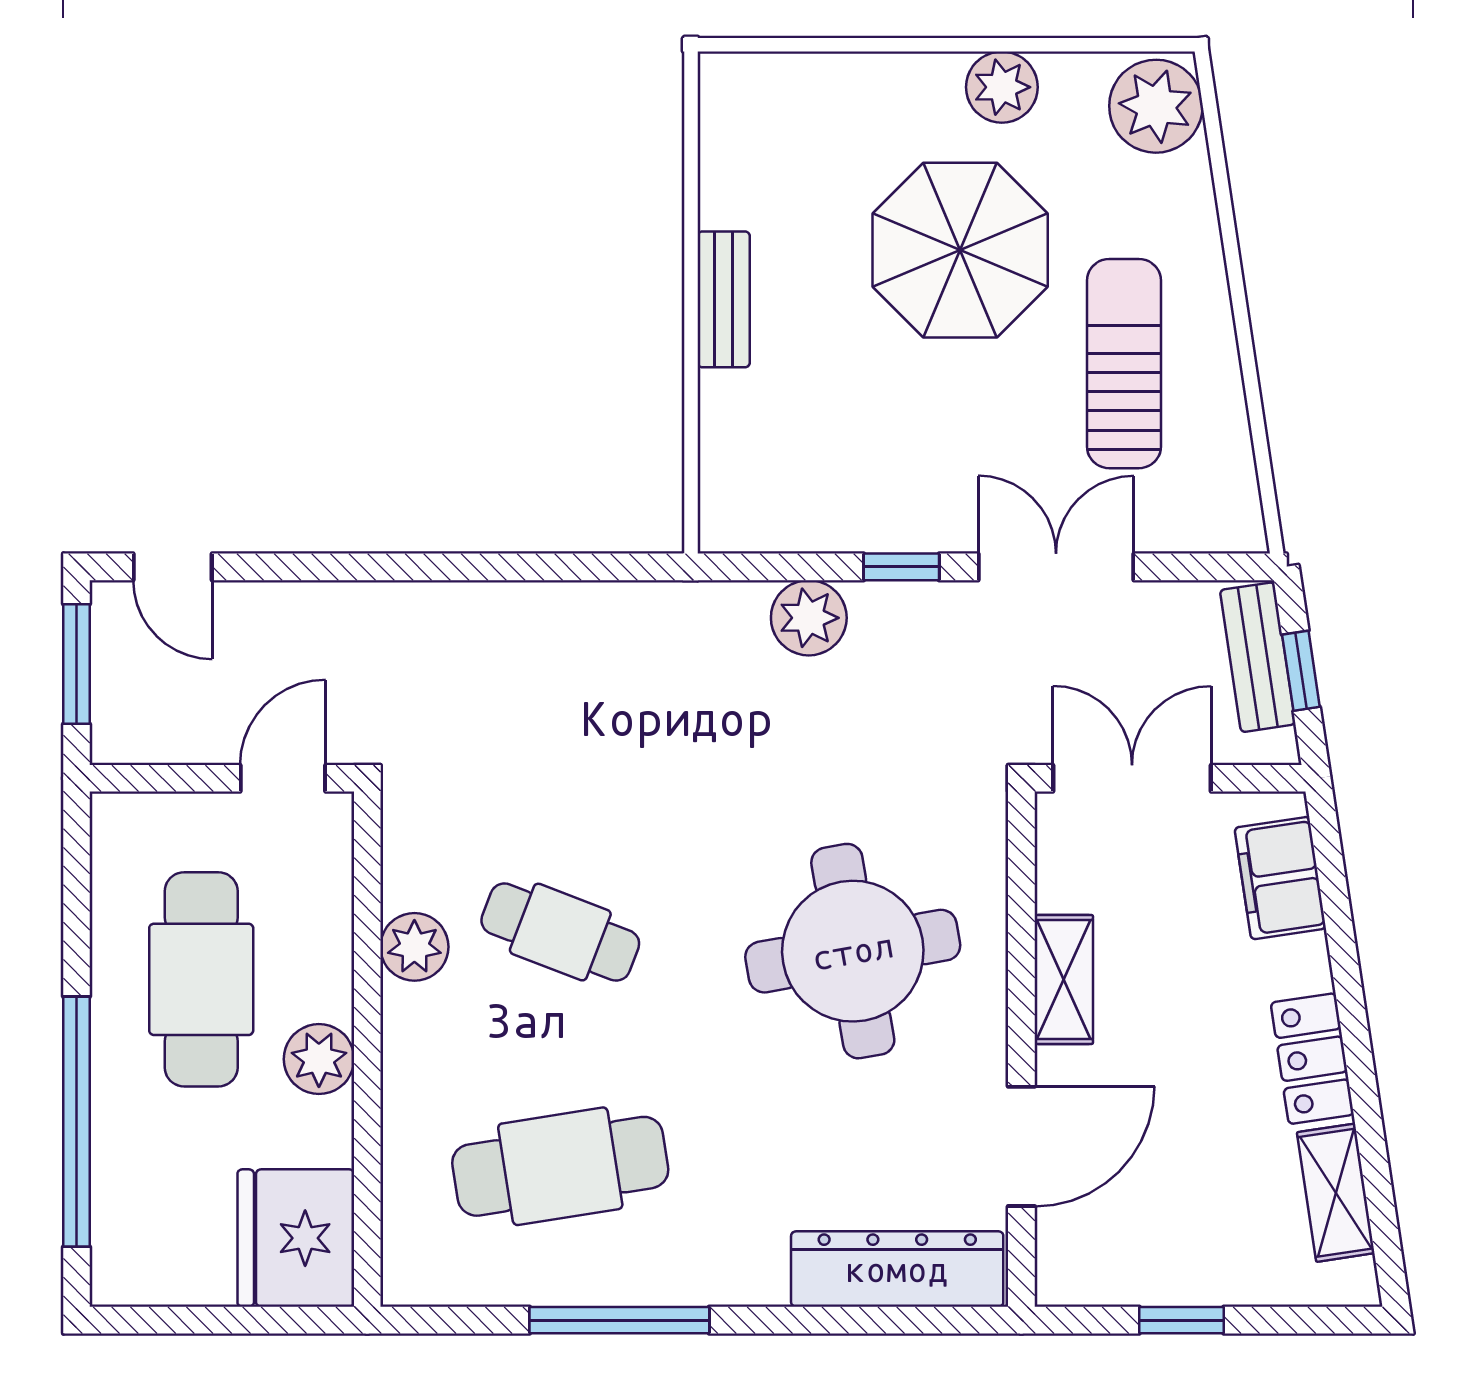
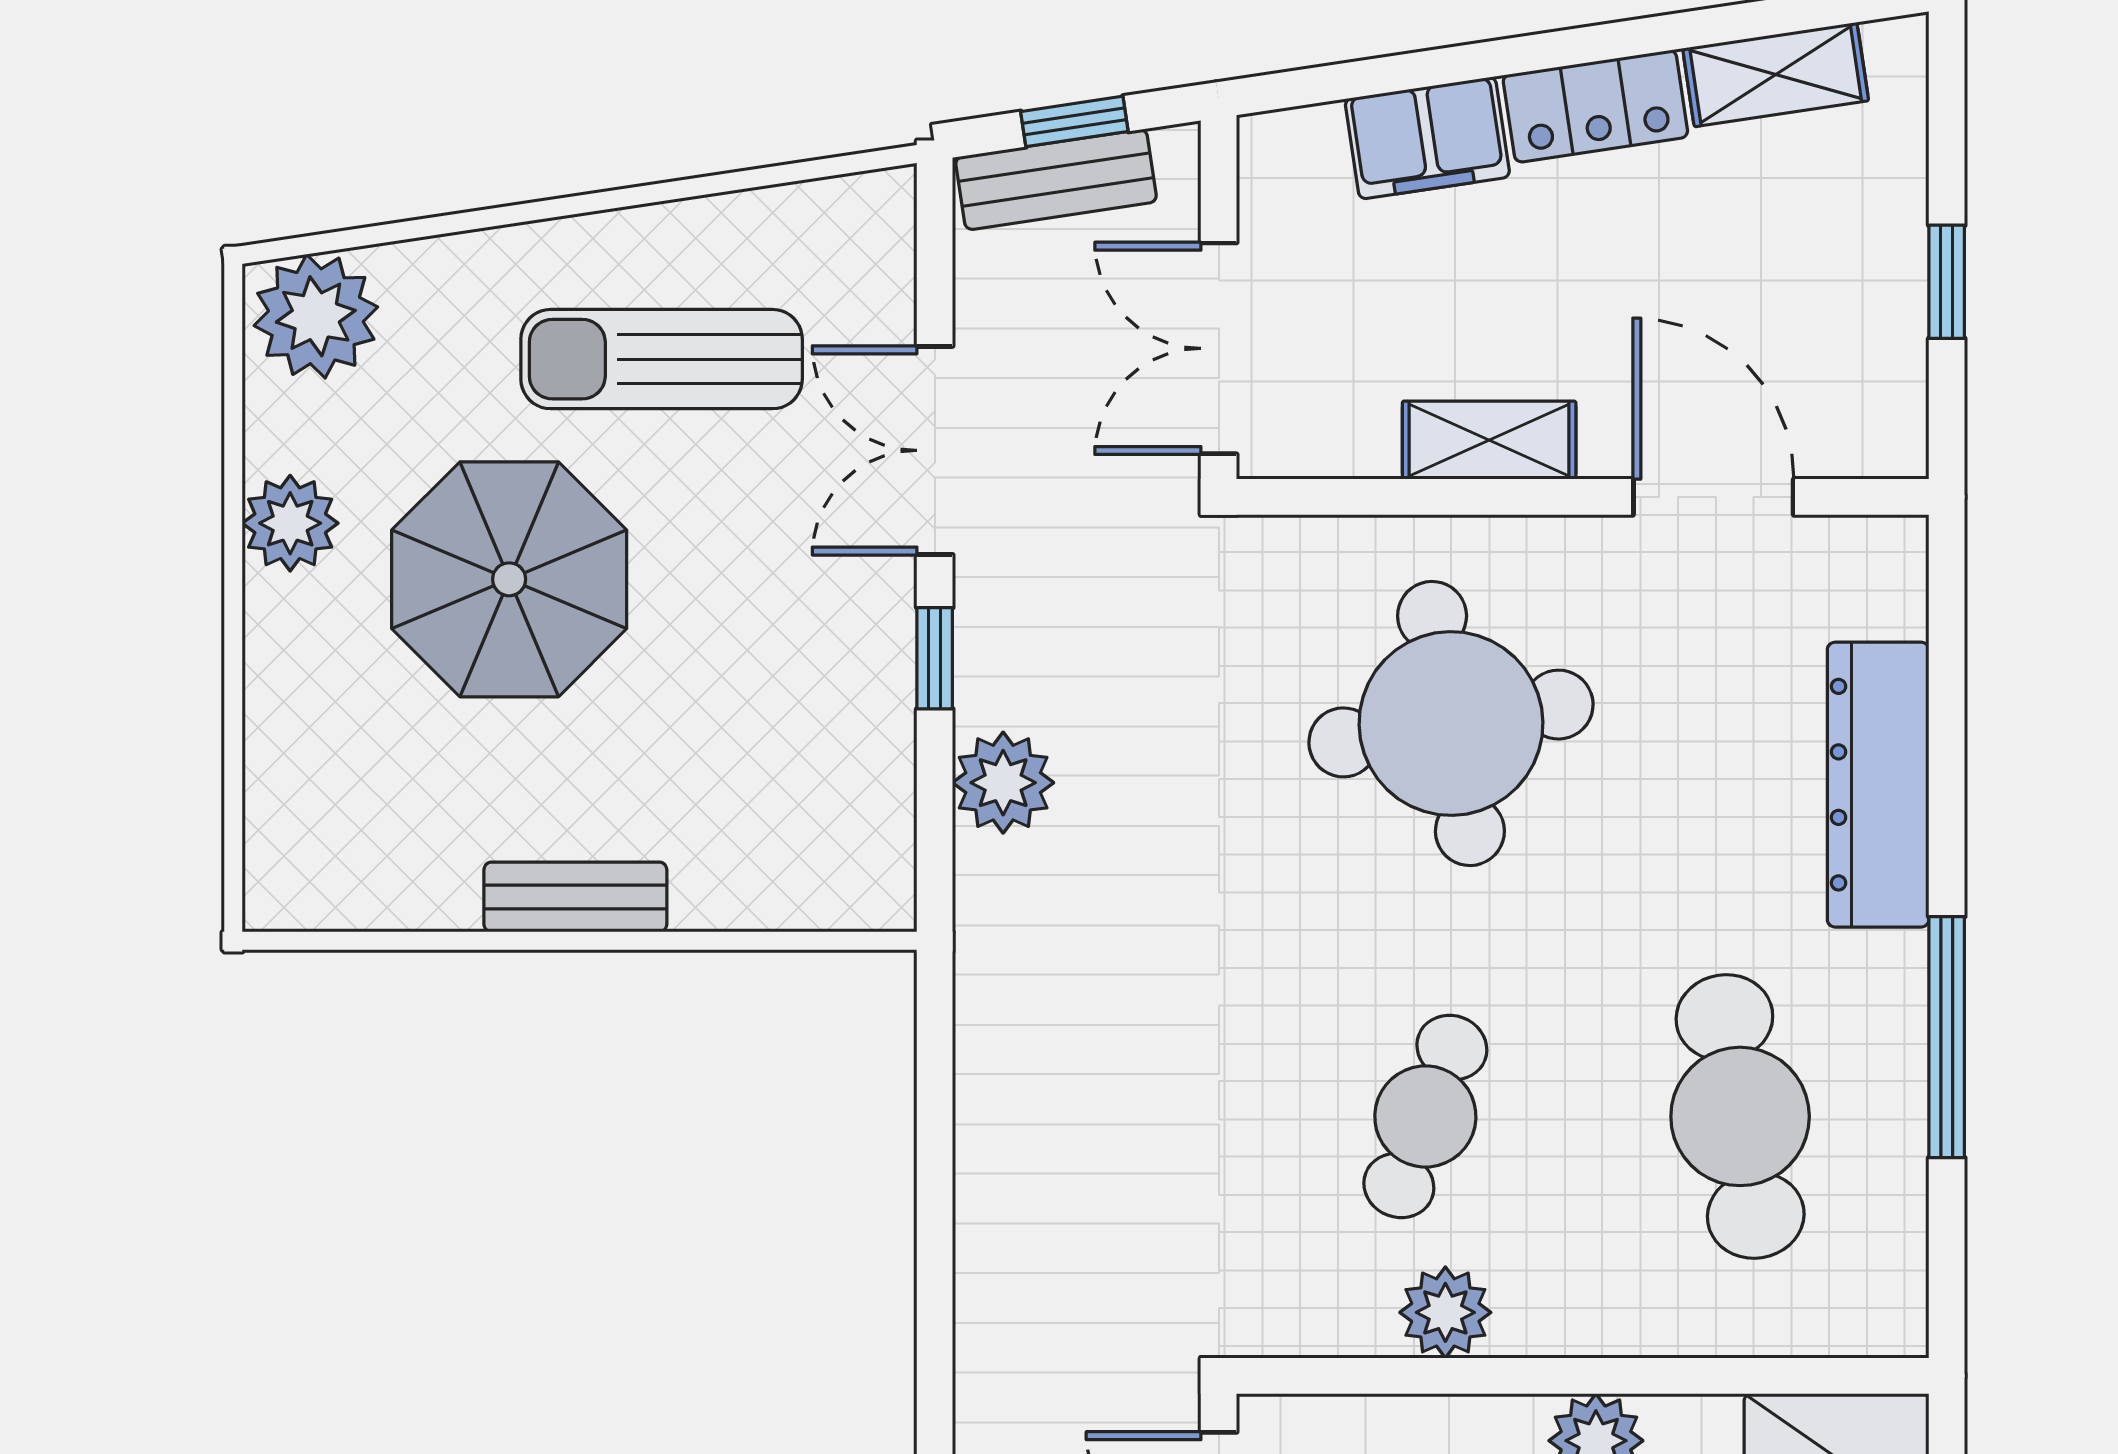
filing cabinet: (1280, 878) -> (1427, 138), moved
dresser: (897, 1269) -> (1878, 785), moved

